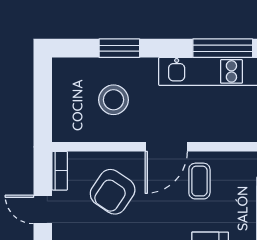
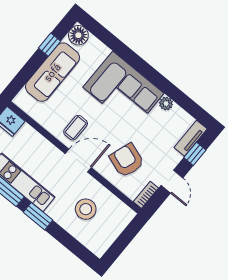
window: (119, 48) -> (38, 216), moved
armchair: (113, 192) -> (127, 160), turned -105

